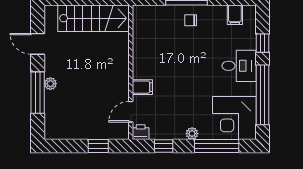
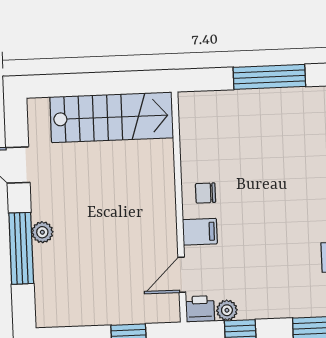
chair: (191, 20) -> (206, 193), moved
plant: (192, 134) -> (227, 310), moved

